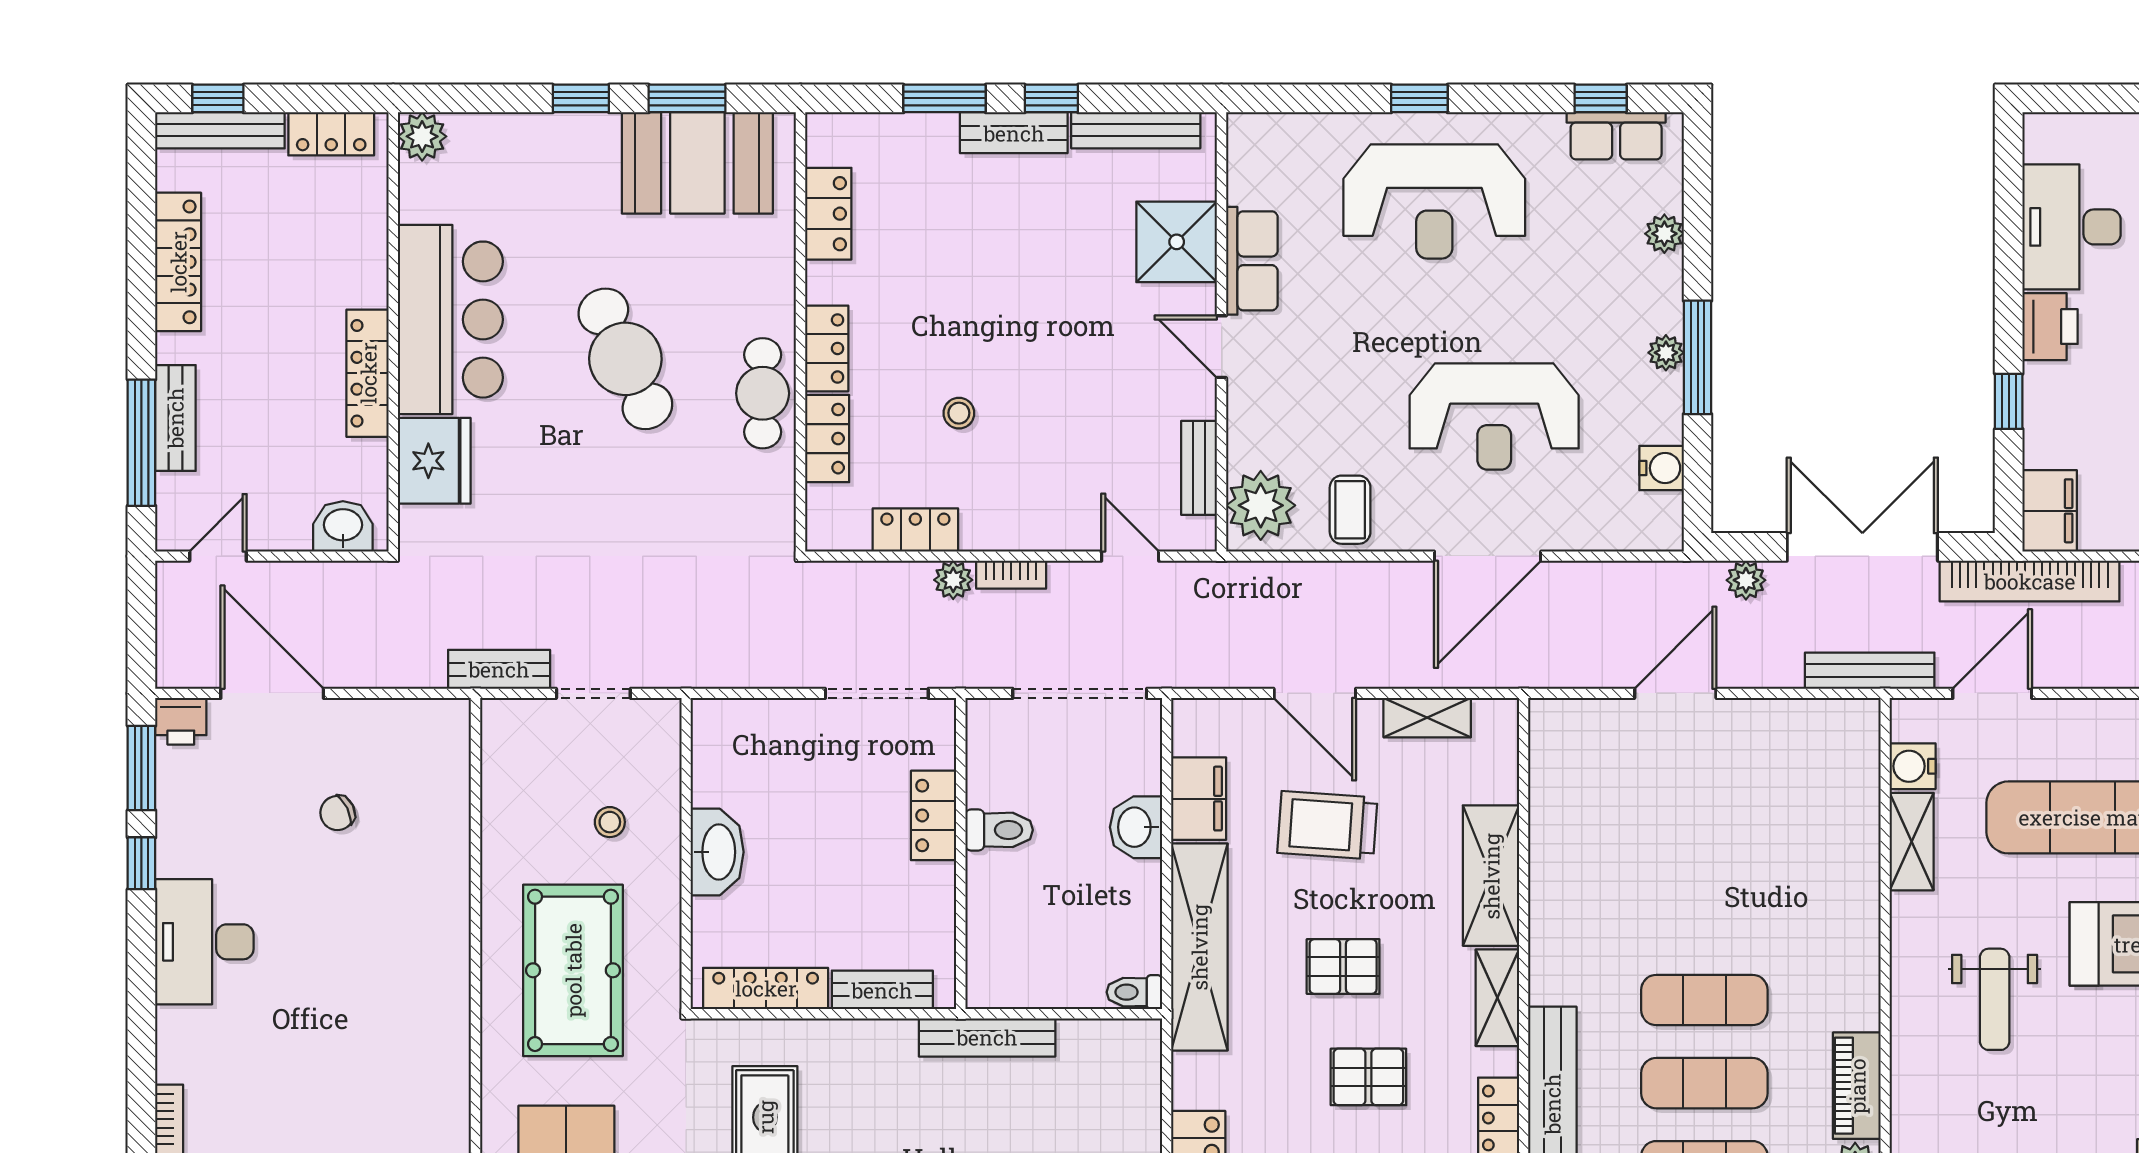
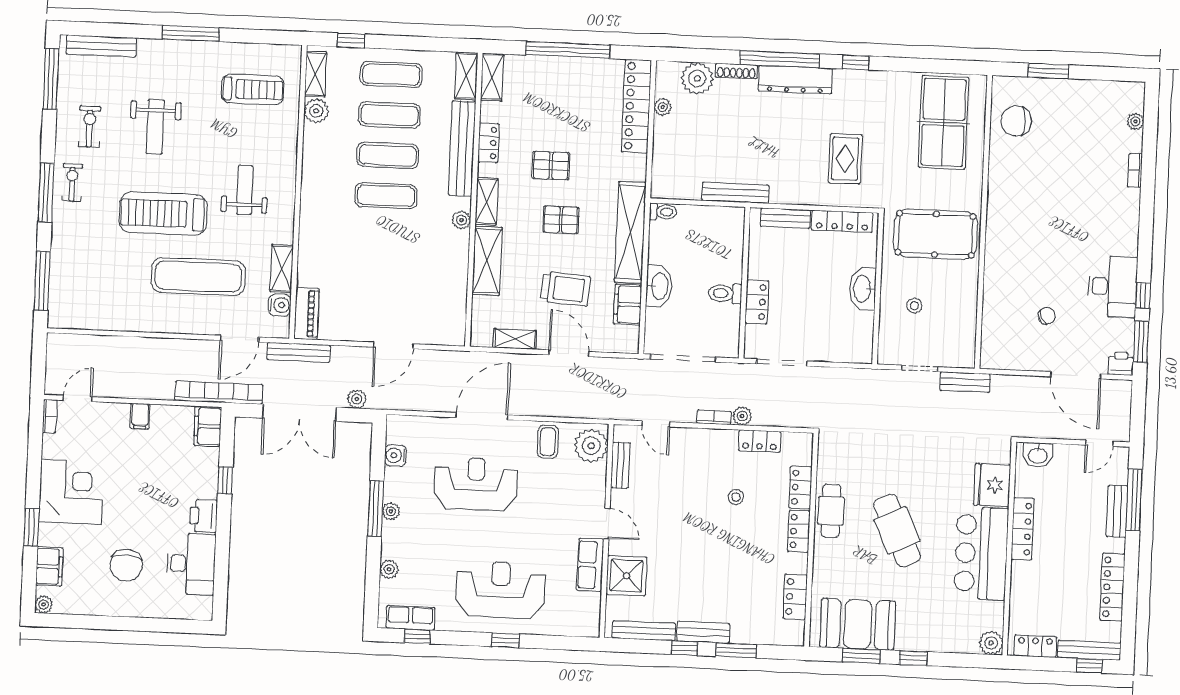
washbasin: (1136, 827) -> (659, 286), width x1.38
desk: (204, 942) -> (1113, 287), moved
plant: (1547, 957) -> (461, 220), added
pool table: (573, 970) -> (935, 234), turned 90
piano: (1857, 1086) -> (307, 314), moved

